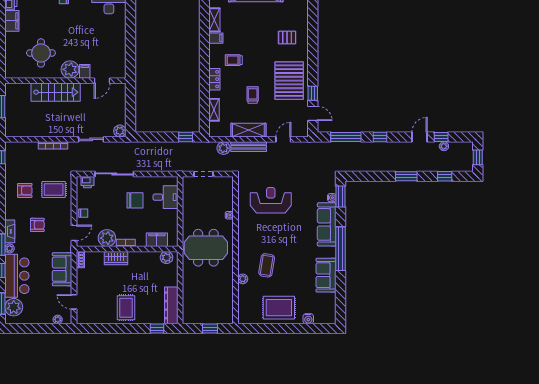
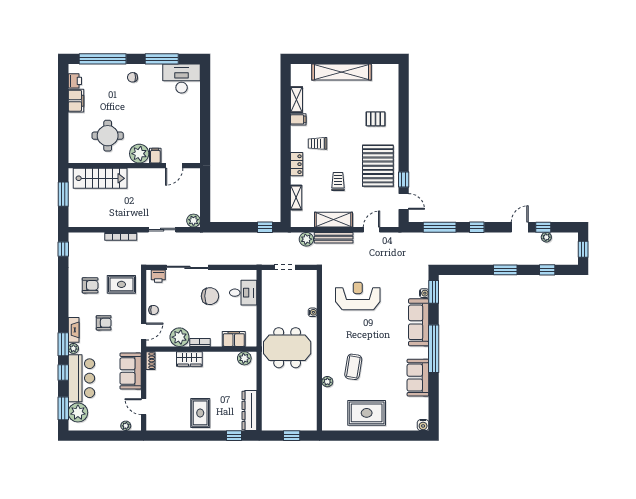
stairs: (56, 92) -> (100, 178), moved
water cooler: (308, 319) -> (423, 425), moved

